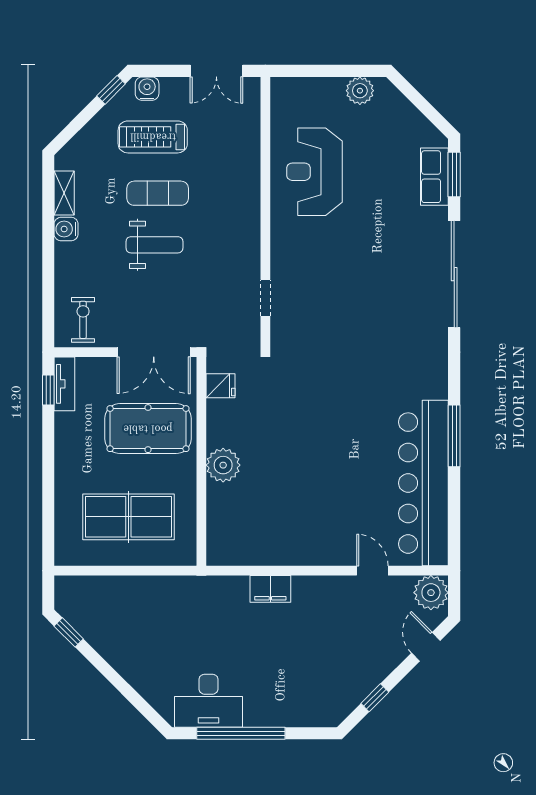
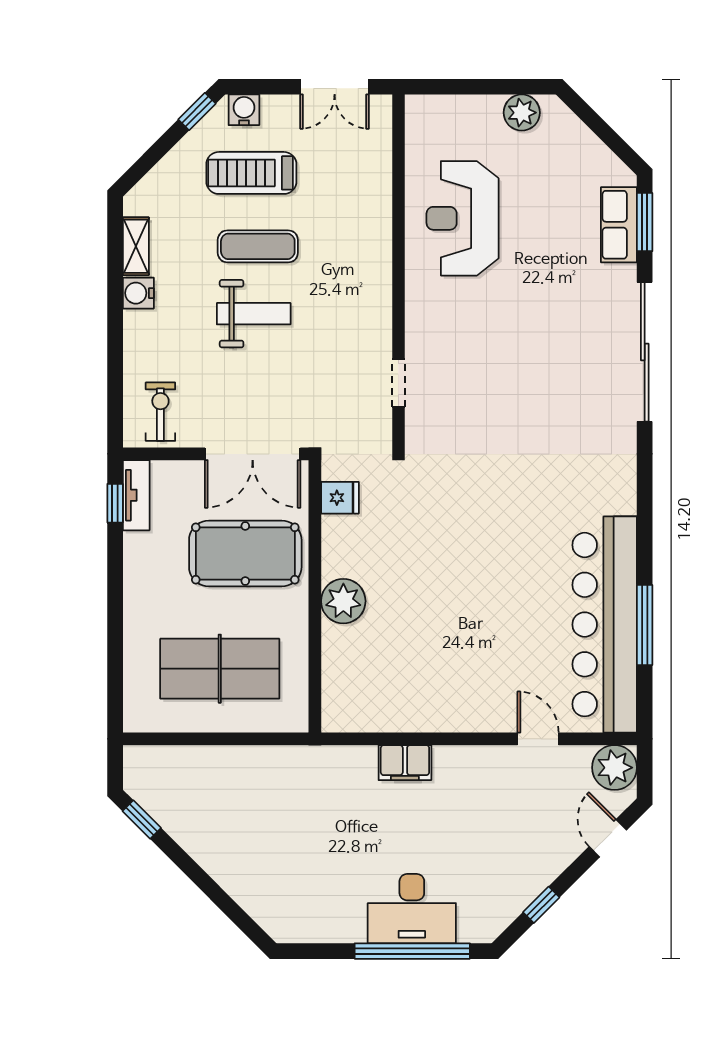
window: (454, 436) -> (645, 625), moved
desk: (208, 701) -> (412, 909), moved
window: (241, 733) -> (412, 951), moved

